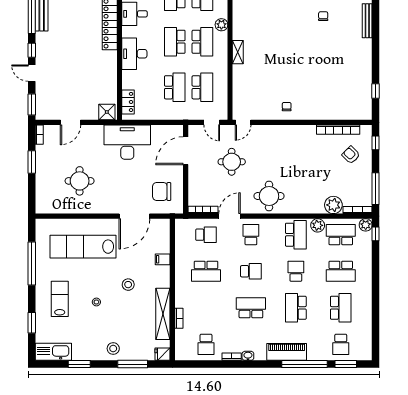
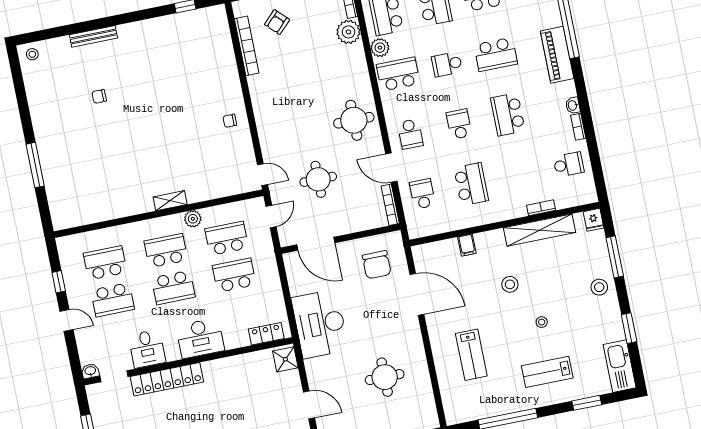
plant: (221, 25) -> (193, 219), moved
school desk: (251, 235) -> (410, 134), turned -90
lab bench: (83, 247) -> (471, 355), width x0.54, depth x0.72

